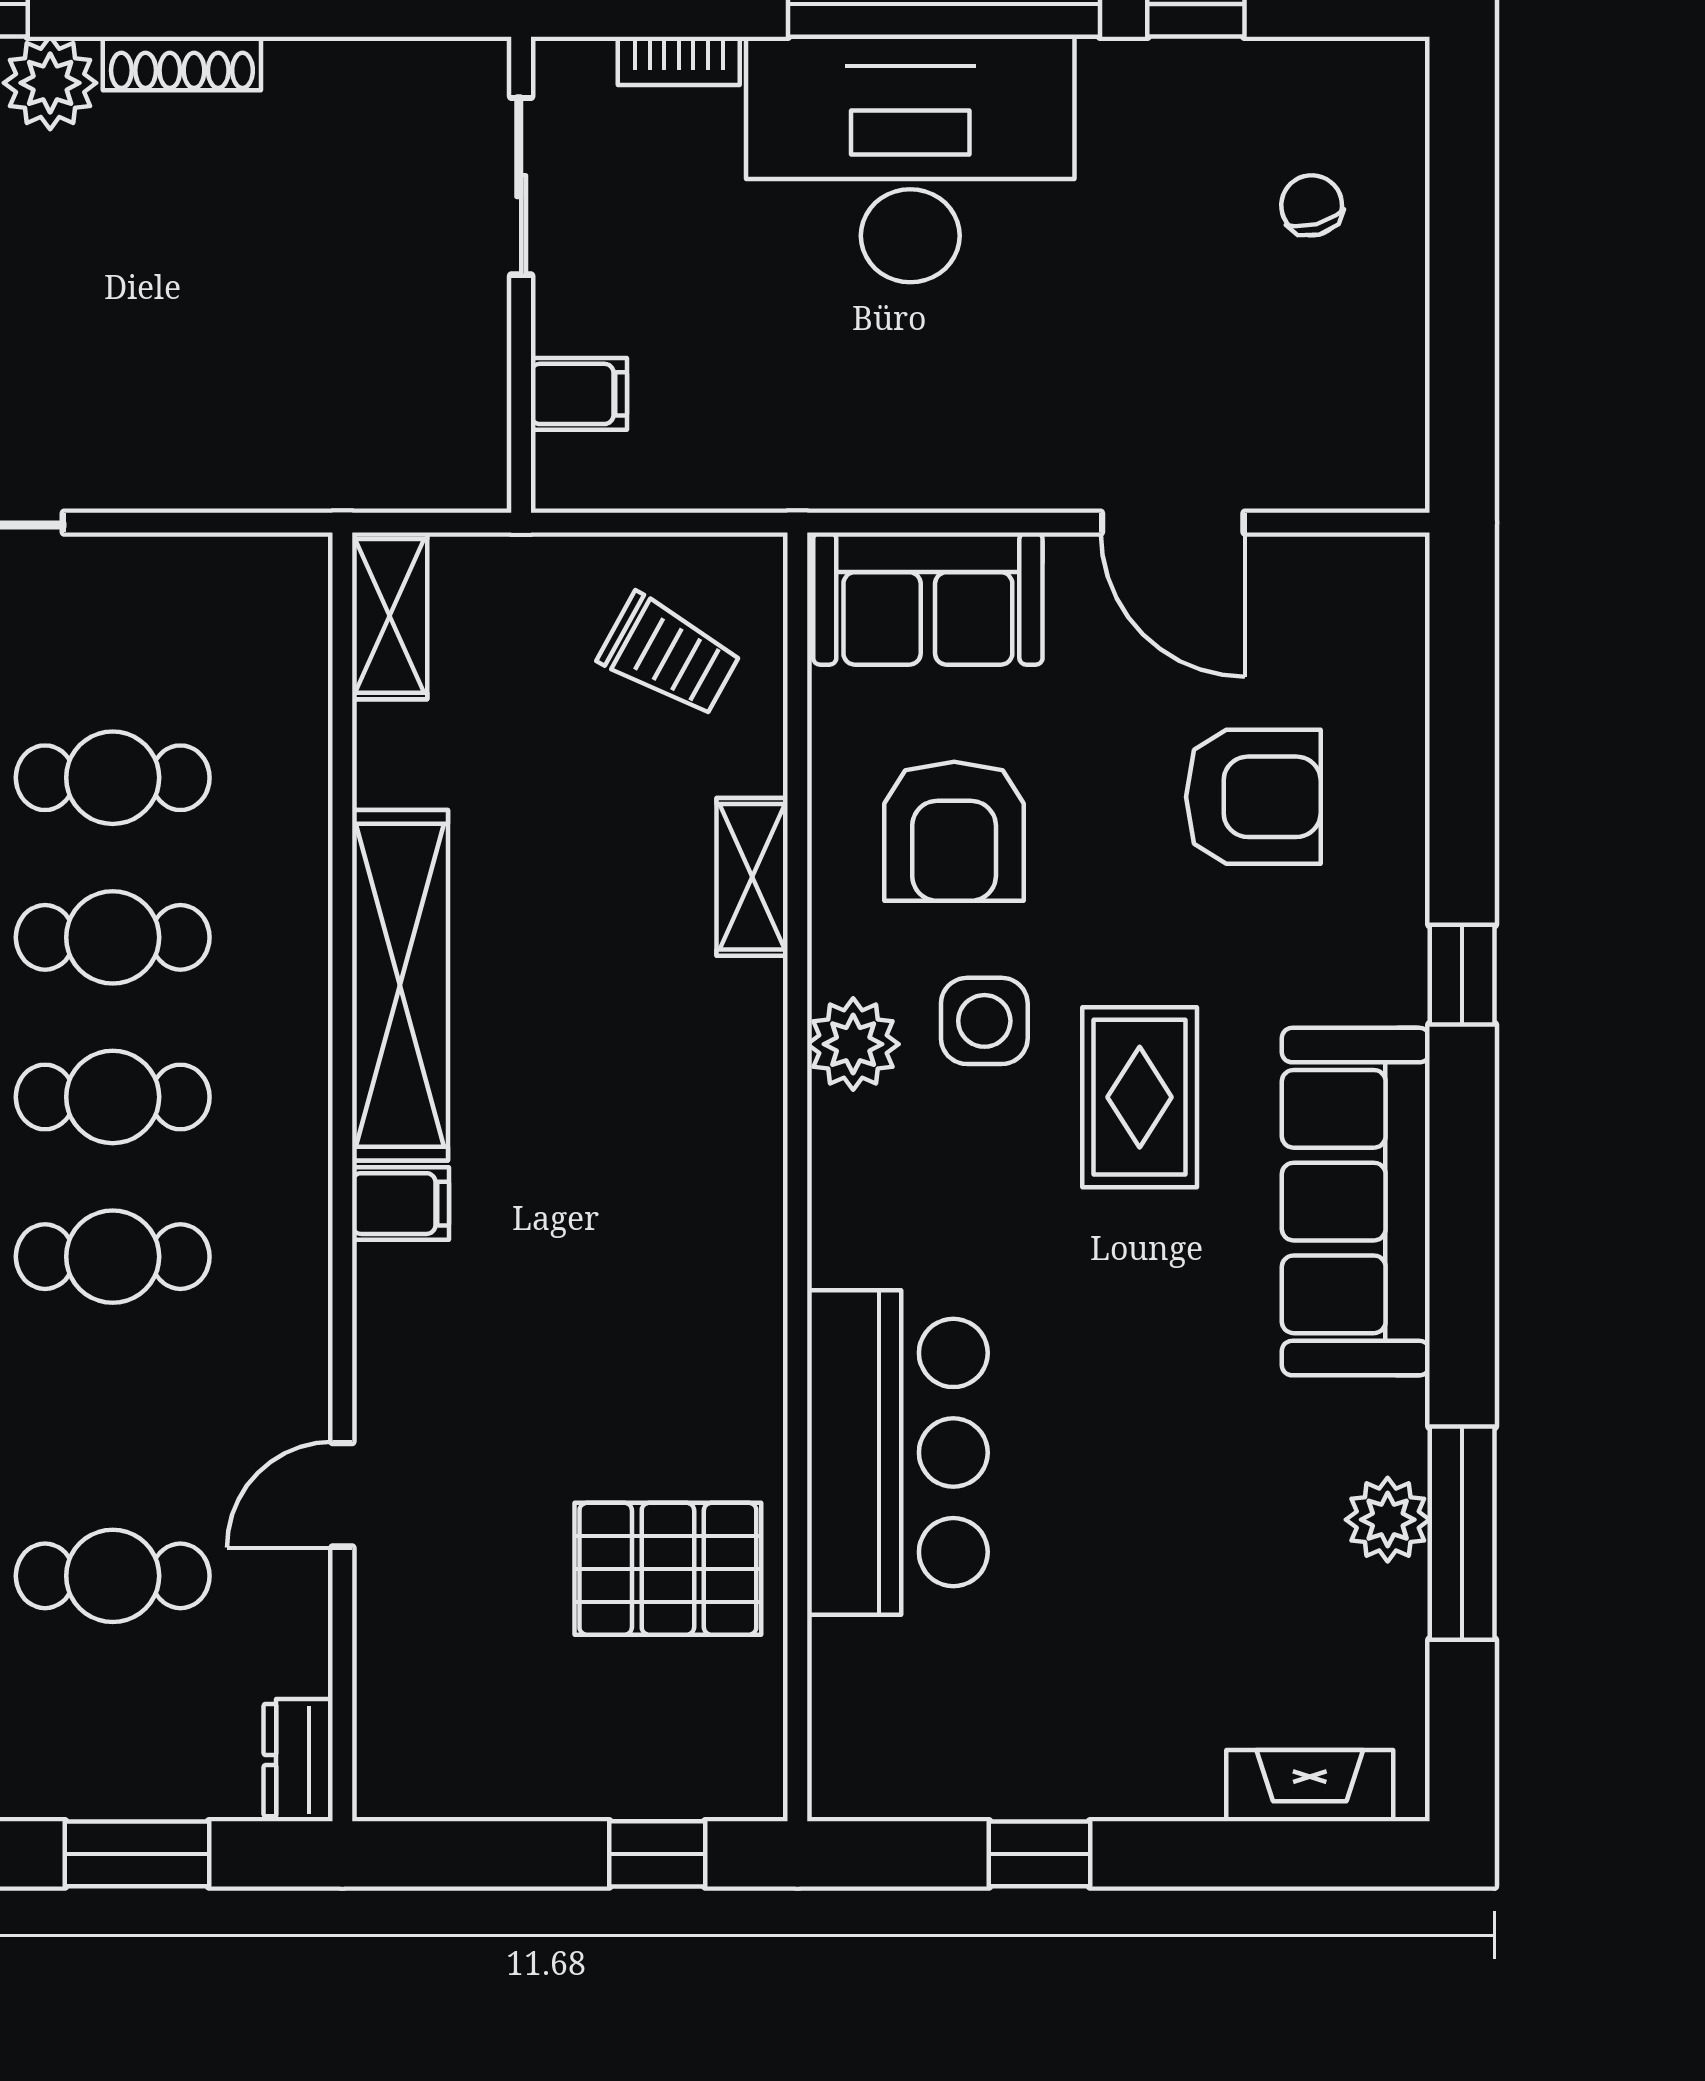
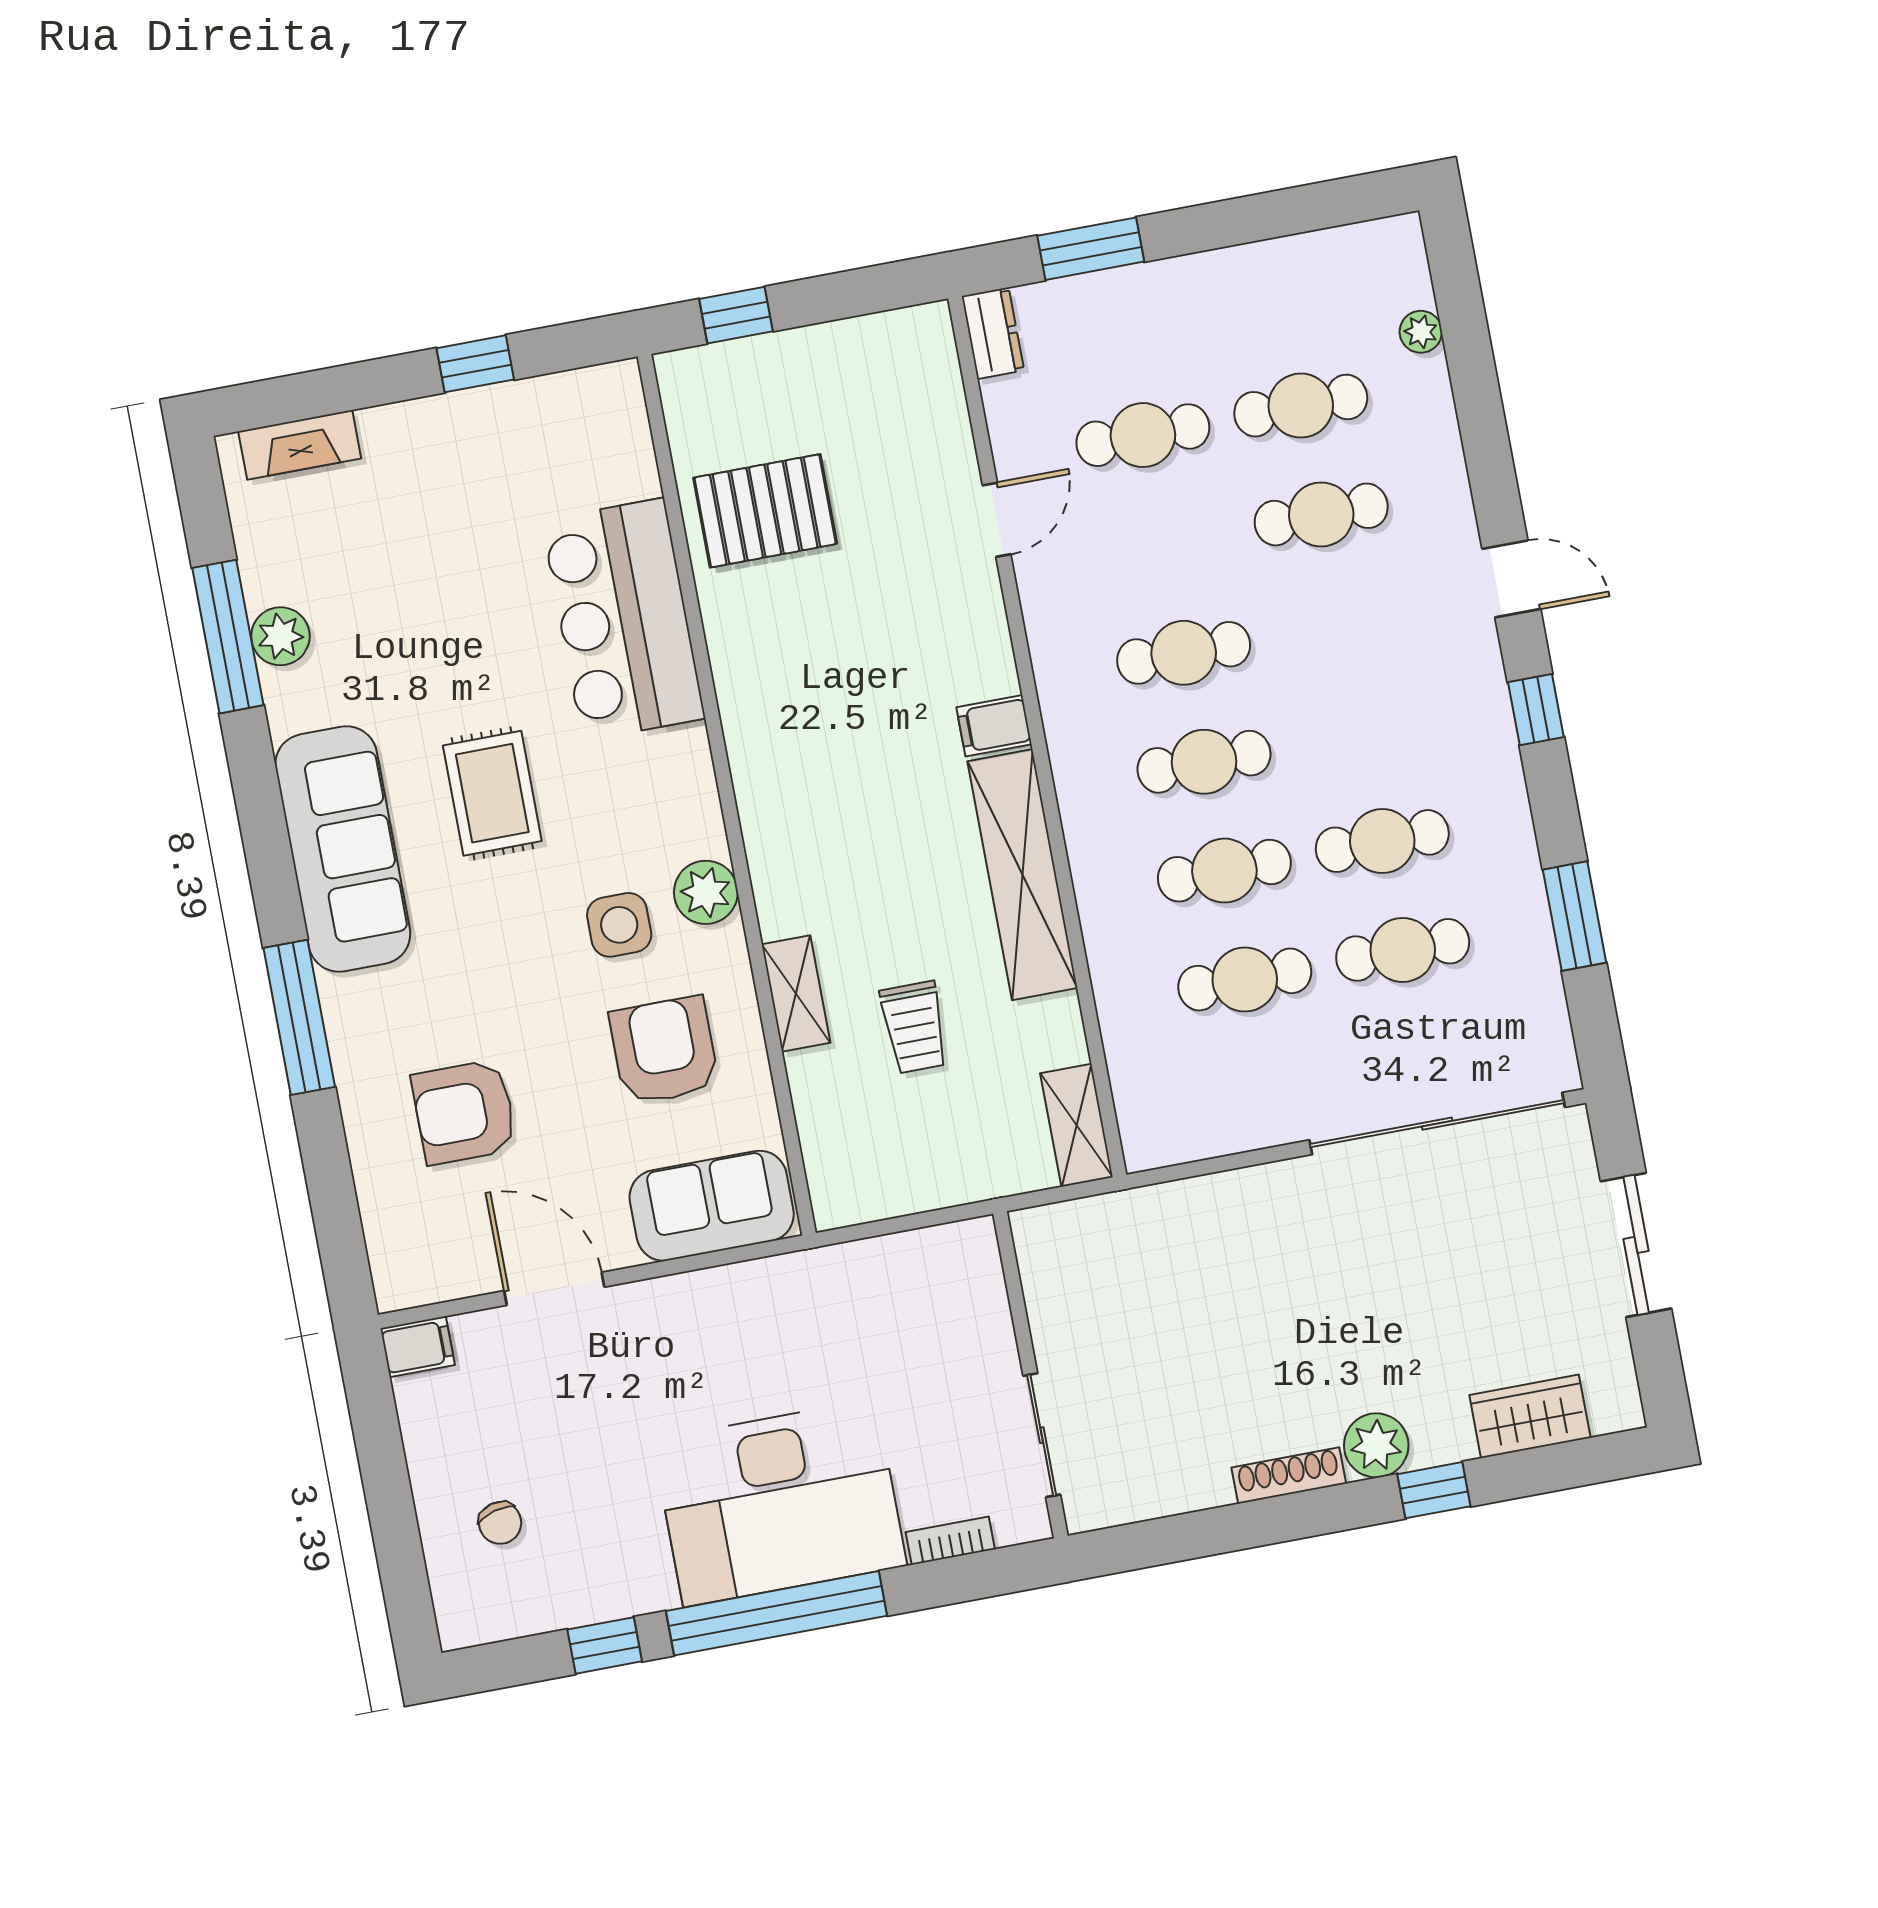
filing cabinet: (579, 394) -> (418, 1347), moved, turned 180
trolley: (669, 655) -> (914, 1027), moved, turned -119
window: (1462, 975) -> (299, 1017), width x2.17
rug: (1140, 1097) -> (492, 793), moved

